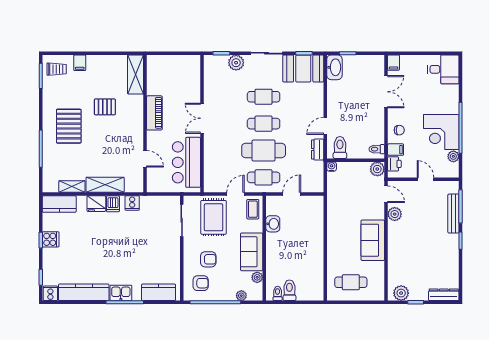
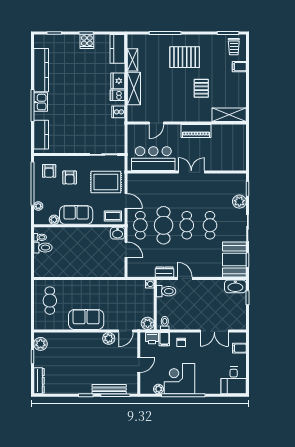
filing cabinet: (394, 63) -> (239, 348), moved
washbasin: (273, 224) -> (118, 233), moved
cooker: (50, 293) -> (40, 41), removed

